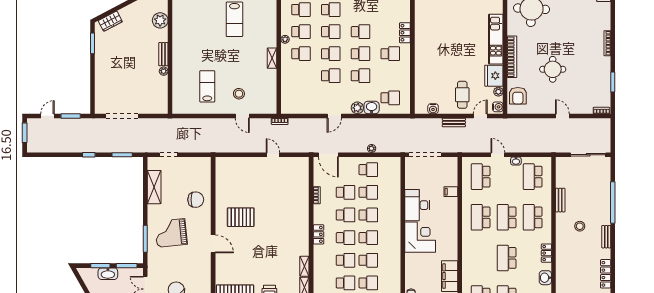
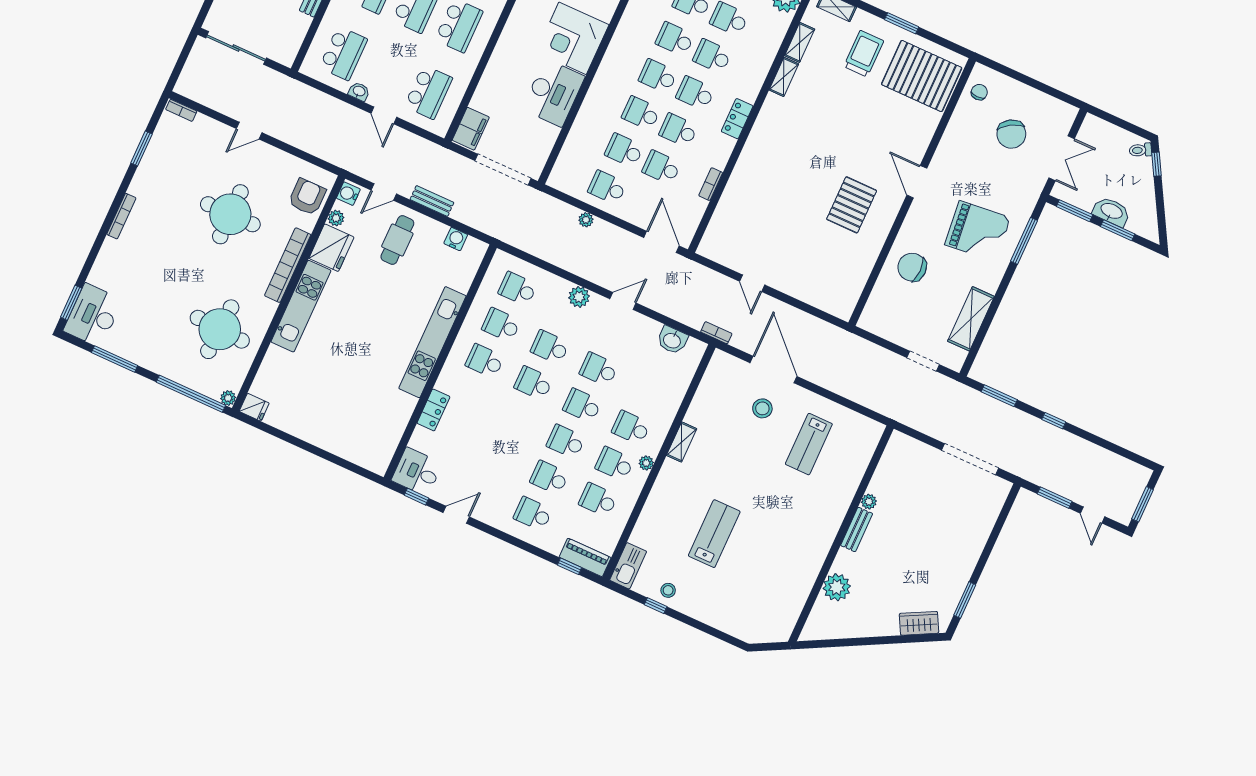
school desk: (361, 32) -> (501, 325), moved
locker: (405, 33) -> (433, 410), moved
kitchen unit: (421, 51) -> (432, 342), added
round table: (553, 69) -> (230, 214), width x1.36, depth x1.36
washbasin: (372, 107) -> (672, 340), moved
door: (47, 116) -> (1093, 515), hinge flipped
door: (242, 116) -> (773, 370), width x1.87
door: (562, 116) -> (249, 131), hinge flipped
filing cabinet: (451, 192) -> (471, 129), moved, width x2.00
pallet: (241, 217) -> (852, 205), turned 90

